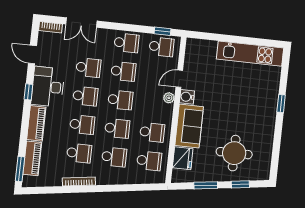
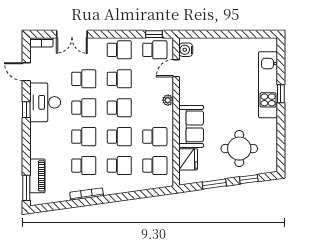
kitchen unit: (250, 54) -> (268, 85), moved, turned 90
door: (179, 79) -> (176, 68), moved
water cooler: (187, 97) -> (186, 50), moved
piano: (36, 123) -> (38, 140), removed

